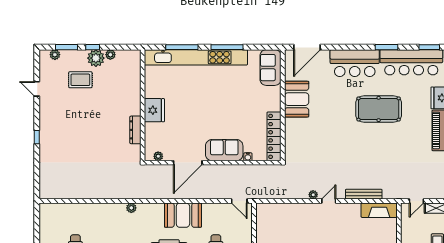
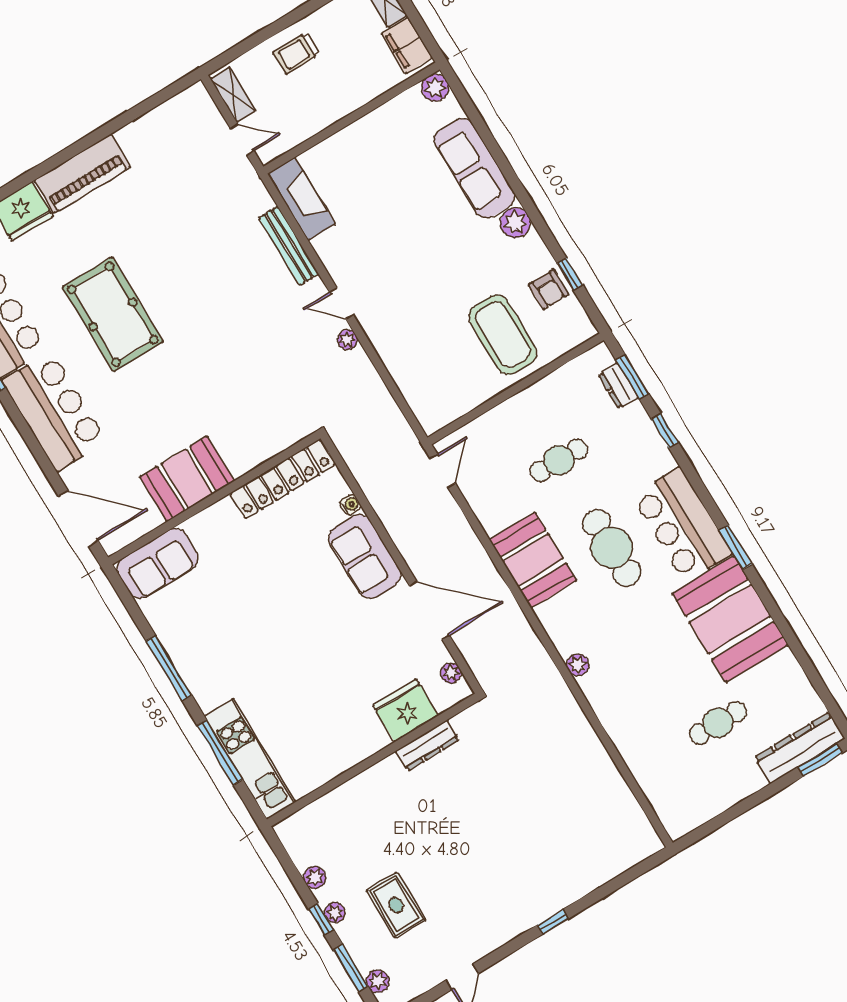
kitchen unit: (196, 57) -> (250, 759), width x0.54
plant: (96, 58) -> (335, 913), width x0.53, depth x0.53
fridge: (154, 110) -> (405, 710), moved

